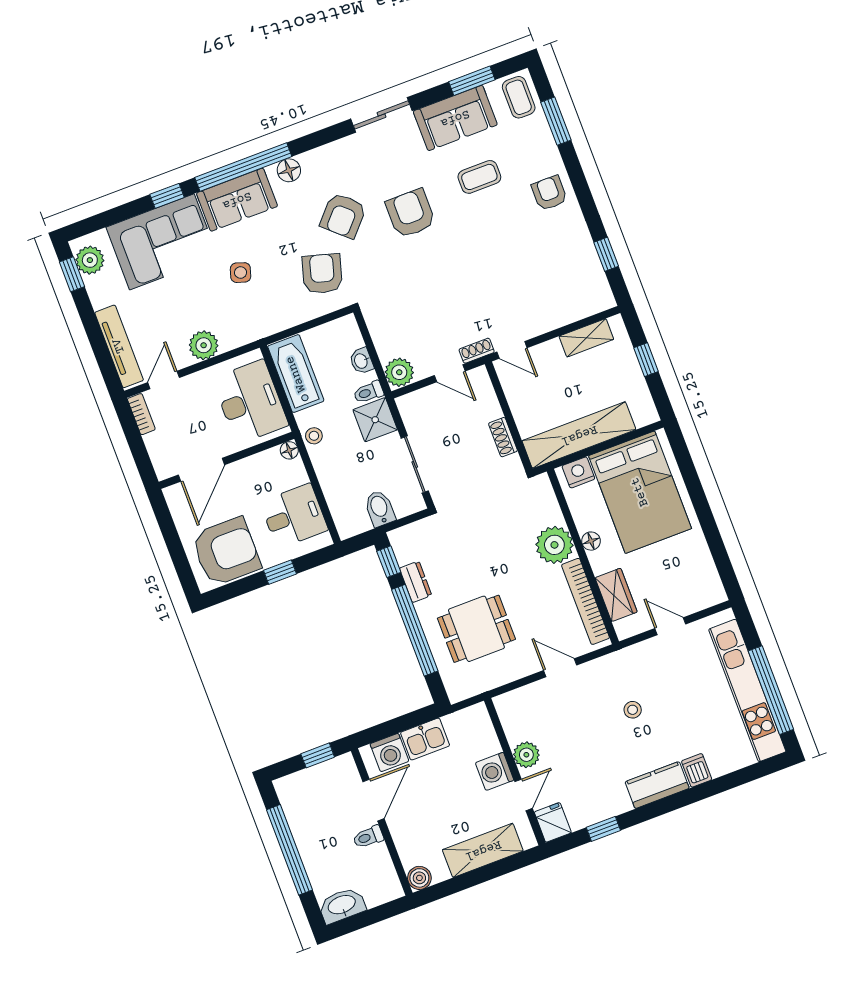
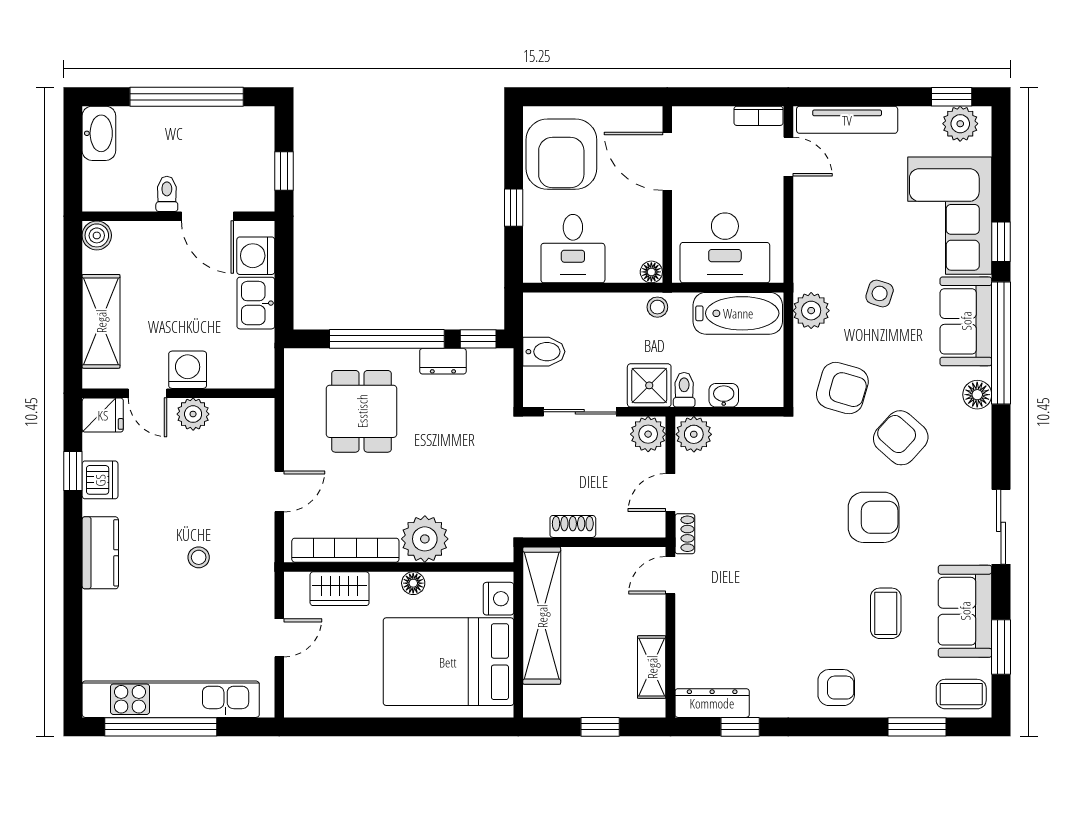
dresser: (596, 282) -> (712, 703), added
plant: (204, 345) -> (811, 311), moved
plant: (412, 407) -> (648, 434), added
dishwasher: (697, 770) -> (100, 480), moved, width x1.38

